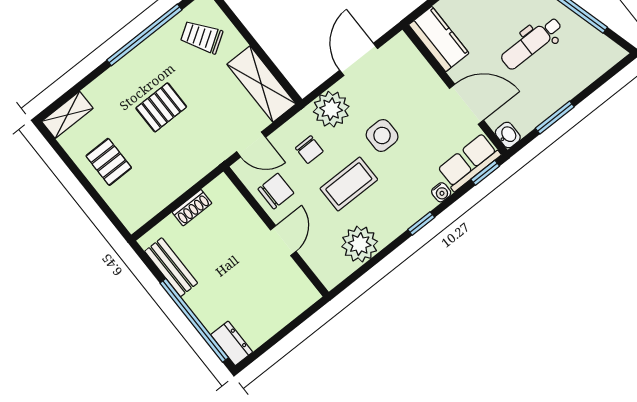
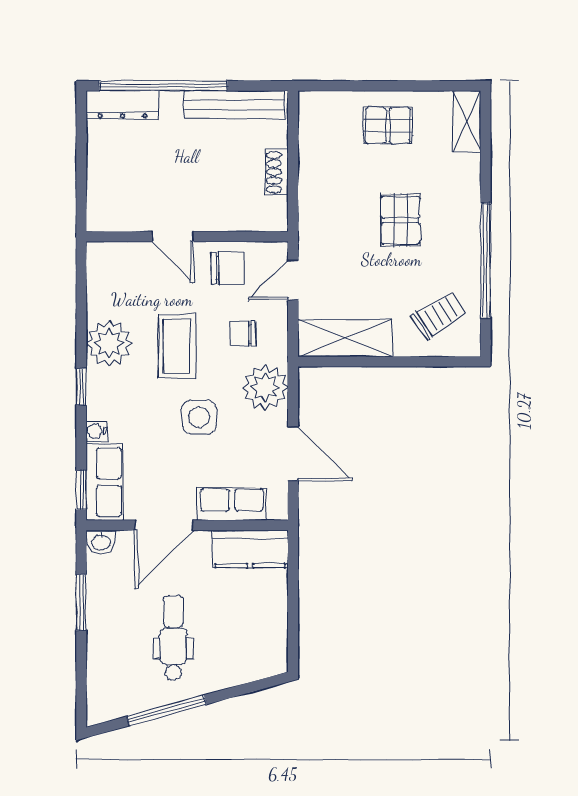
row of seats: (420, 73) -> (232, 504), added
chair: (276, 191) -> (227, 268), turned -90
plant: (360, 244) -> (109, 343), moved
bench: (171, 267) -> (234, 105), width x1.36
dresser: (232, 343) -> (122, 105), width x1.44

